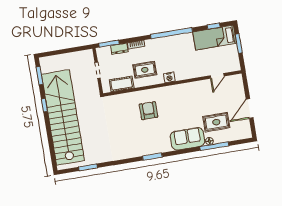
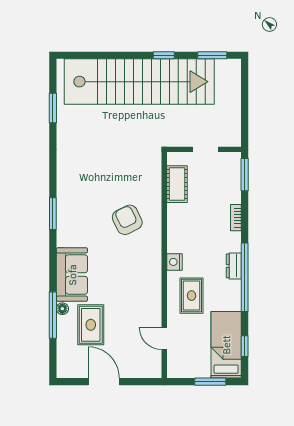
dresser: (119, 49) -> (234, 266), moved
rug: (145, 70) -> (192, 296), moved
armchair: (149, 111) -> (127, 220), turned -116

